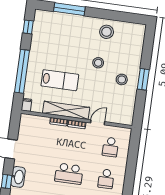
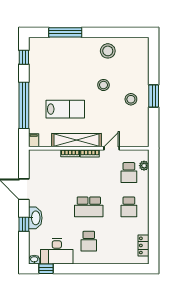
plant: (125, 143) -> (144, 166), added

